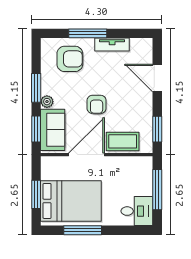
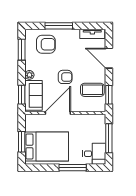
tv unit: (112, 45) -> (92, 34), moved
window: (36, 88) -> (22, 50), moved
armchair: (97, 104) -> (65, 77), turned -90
coffee table: (123, 141) -> (92, 90), moved
window: (83, 230) -> (73, 168), moved

